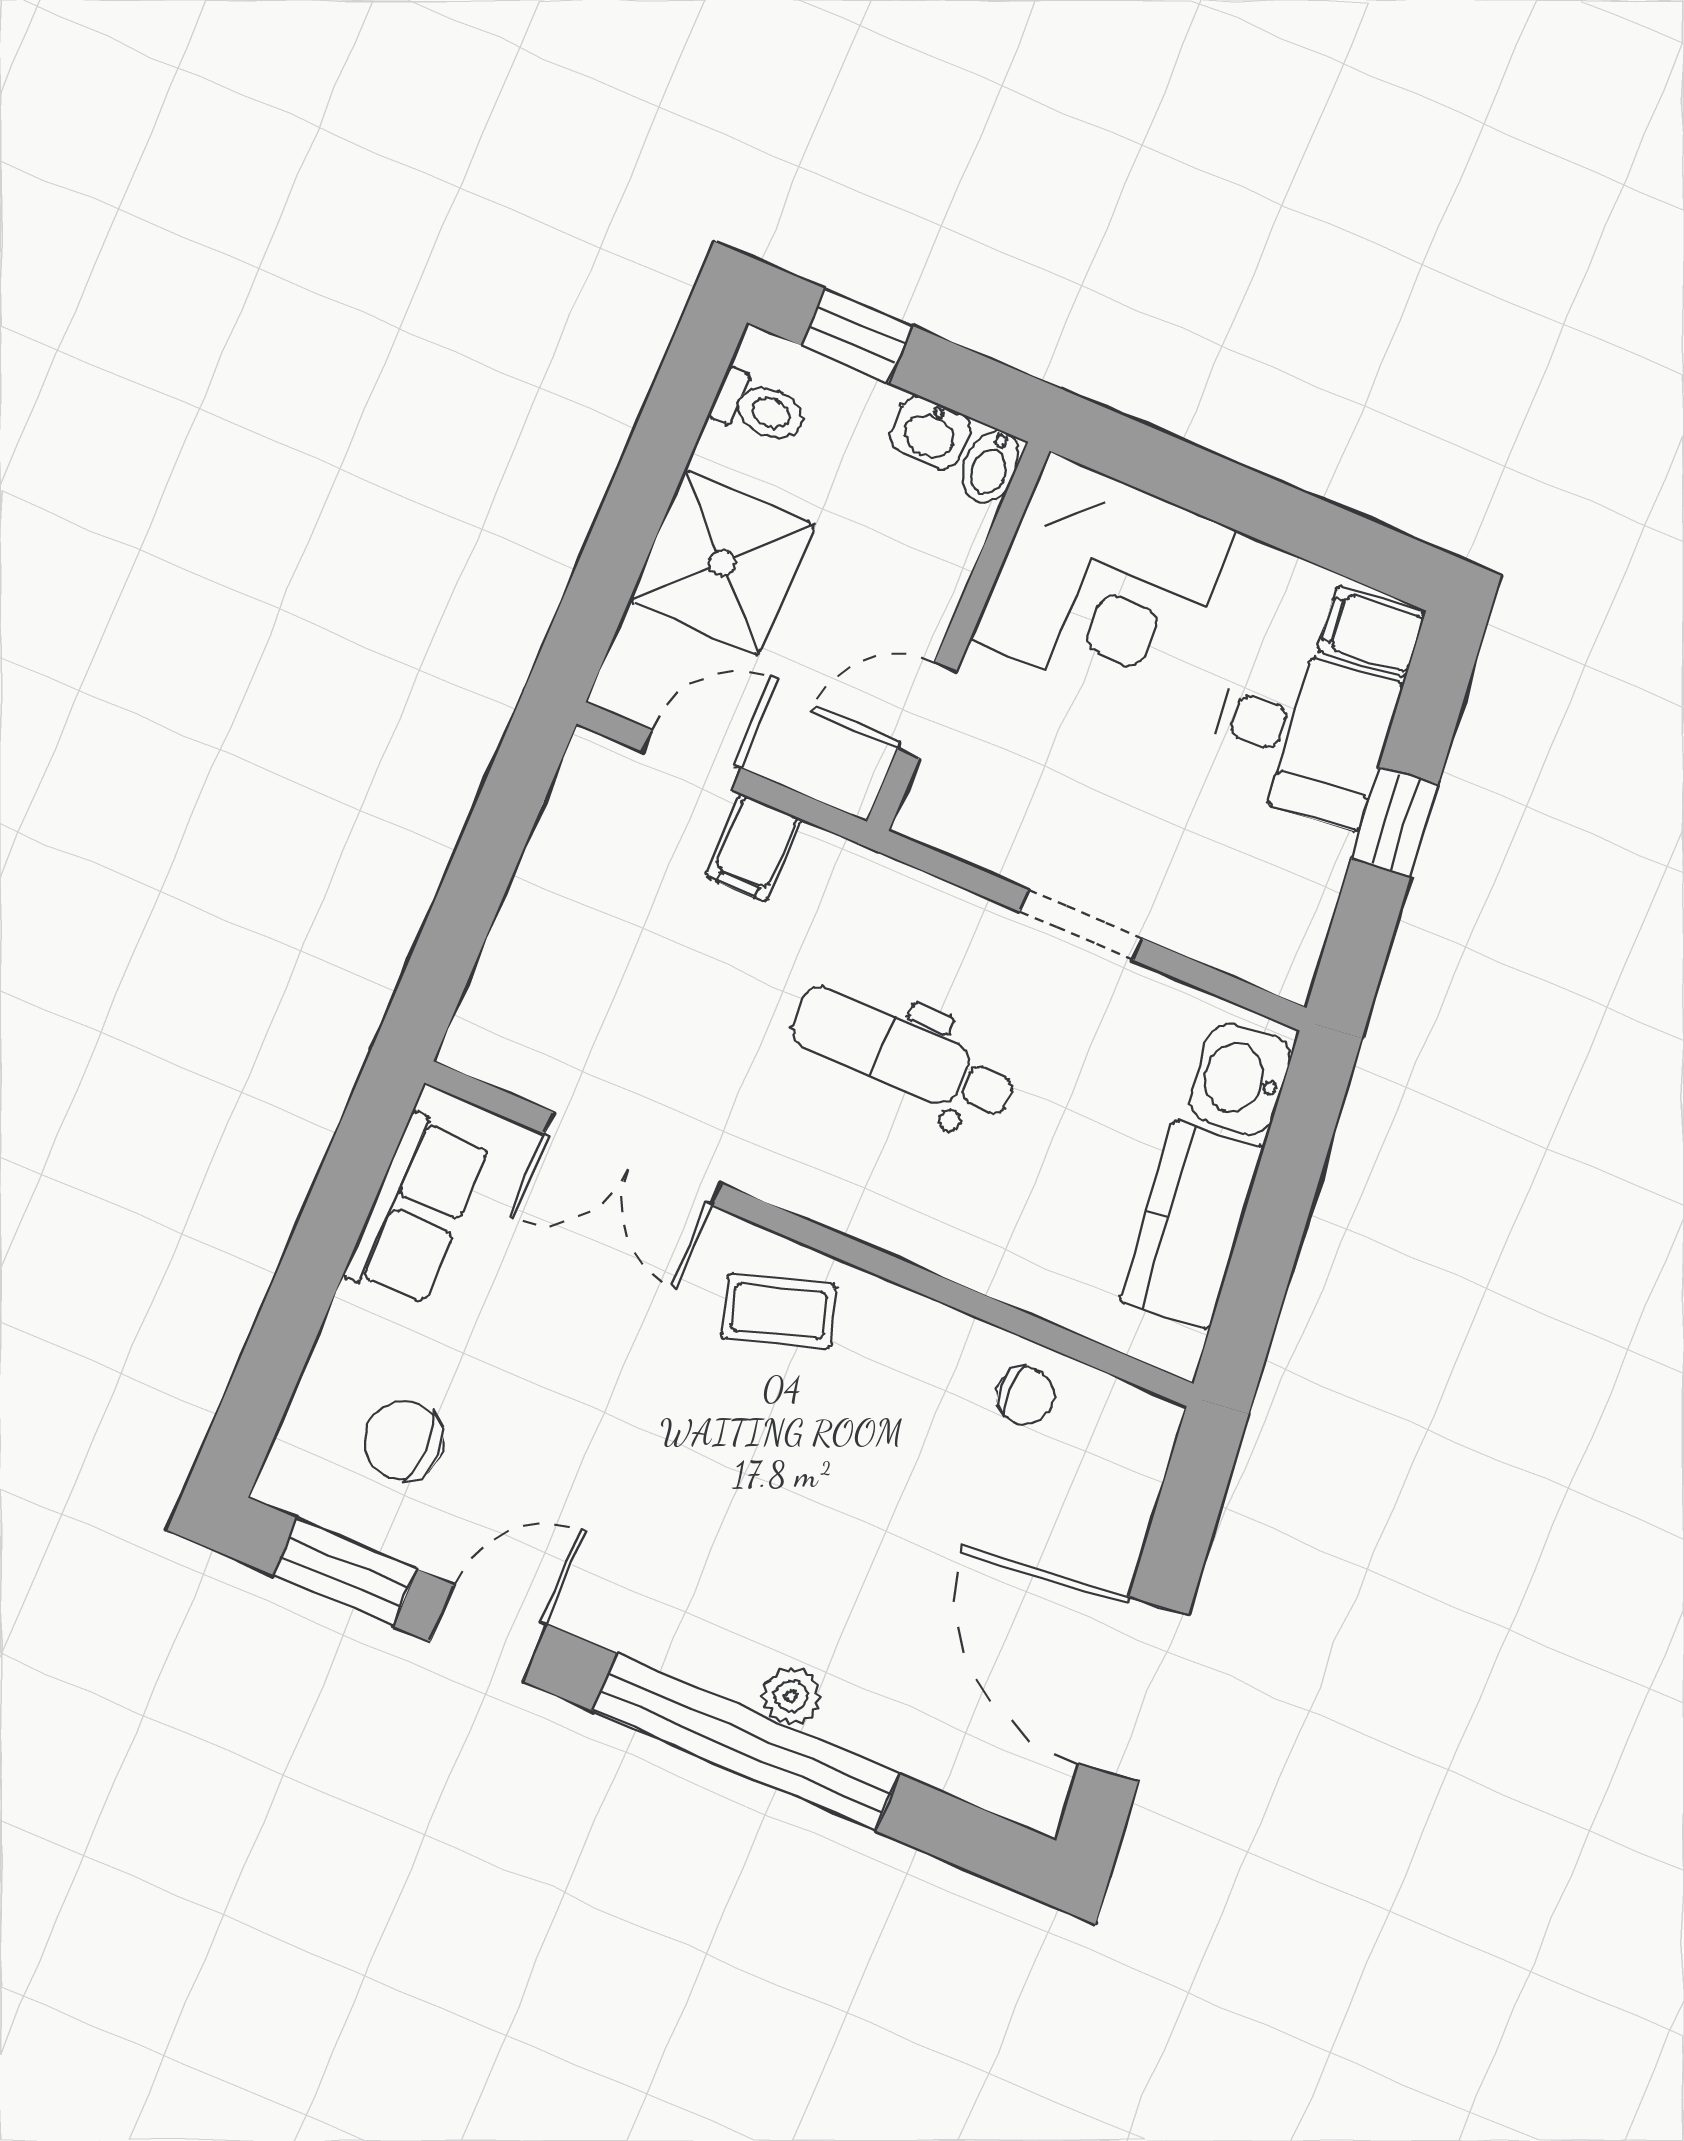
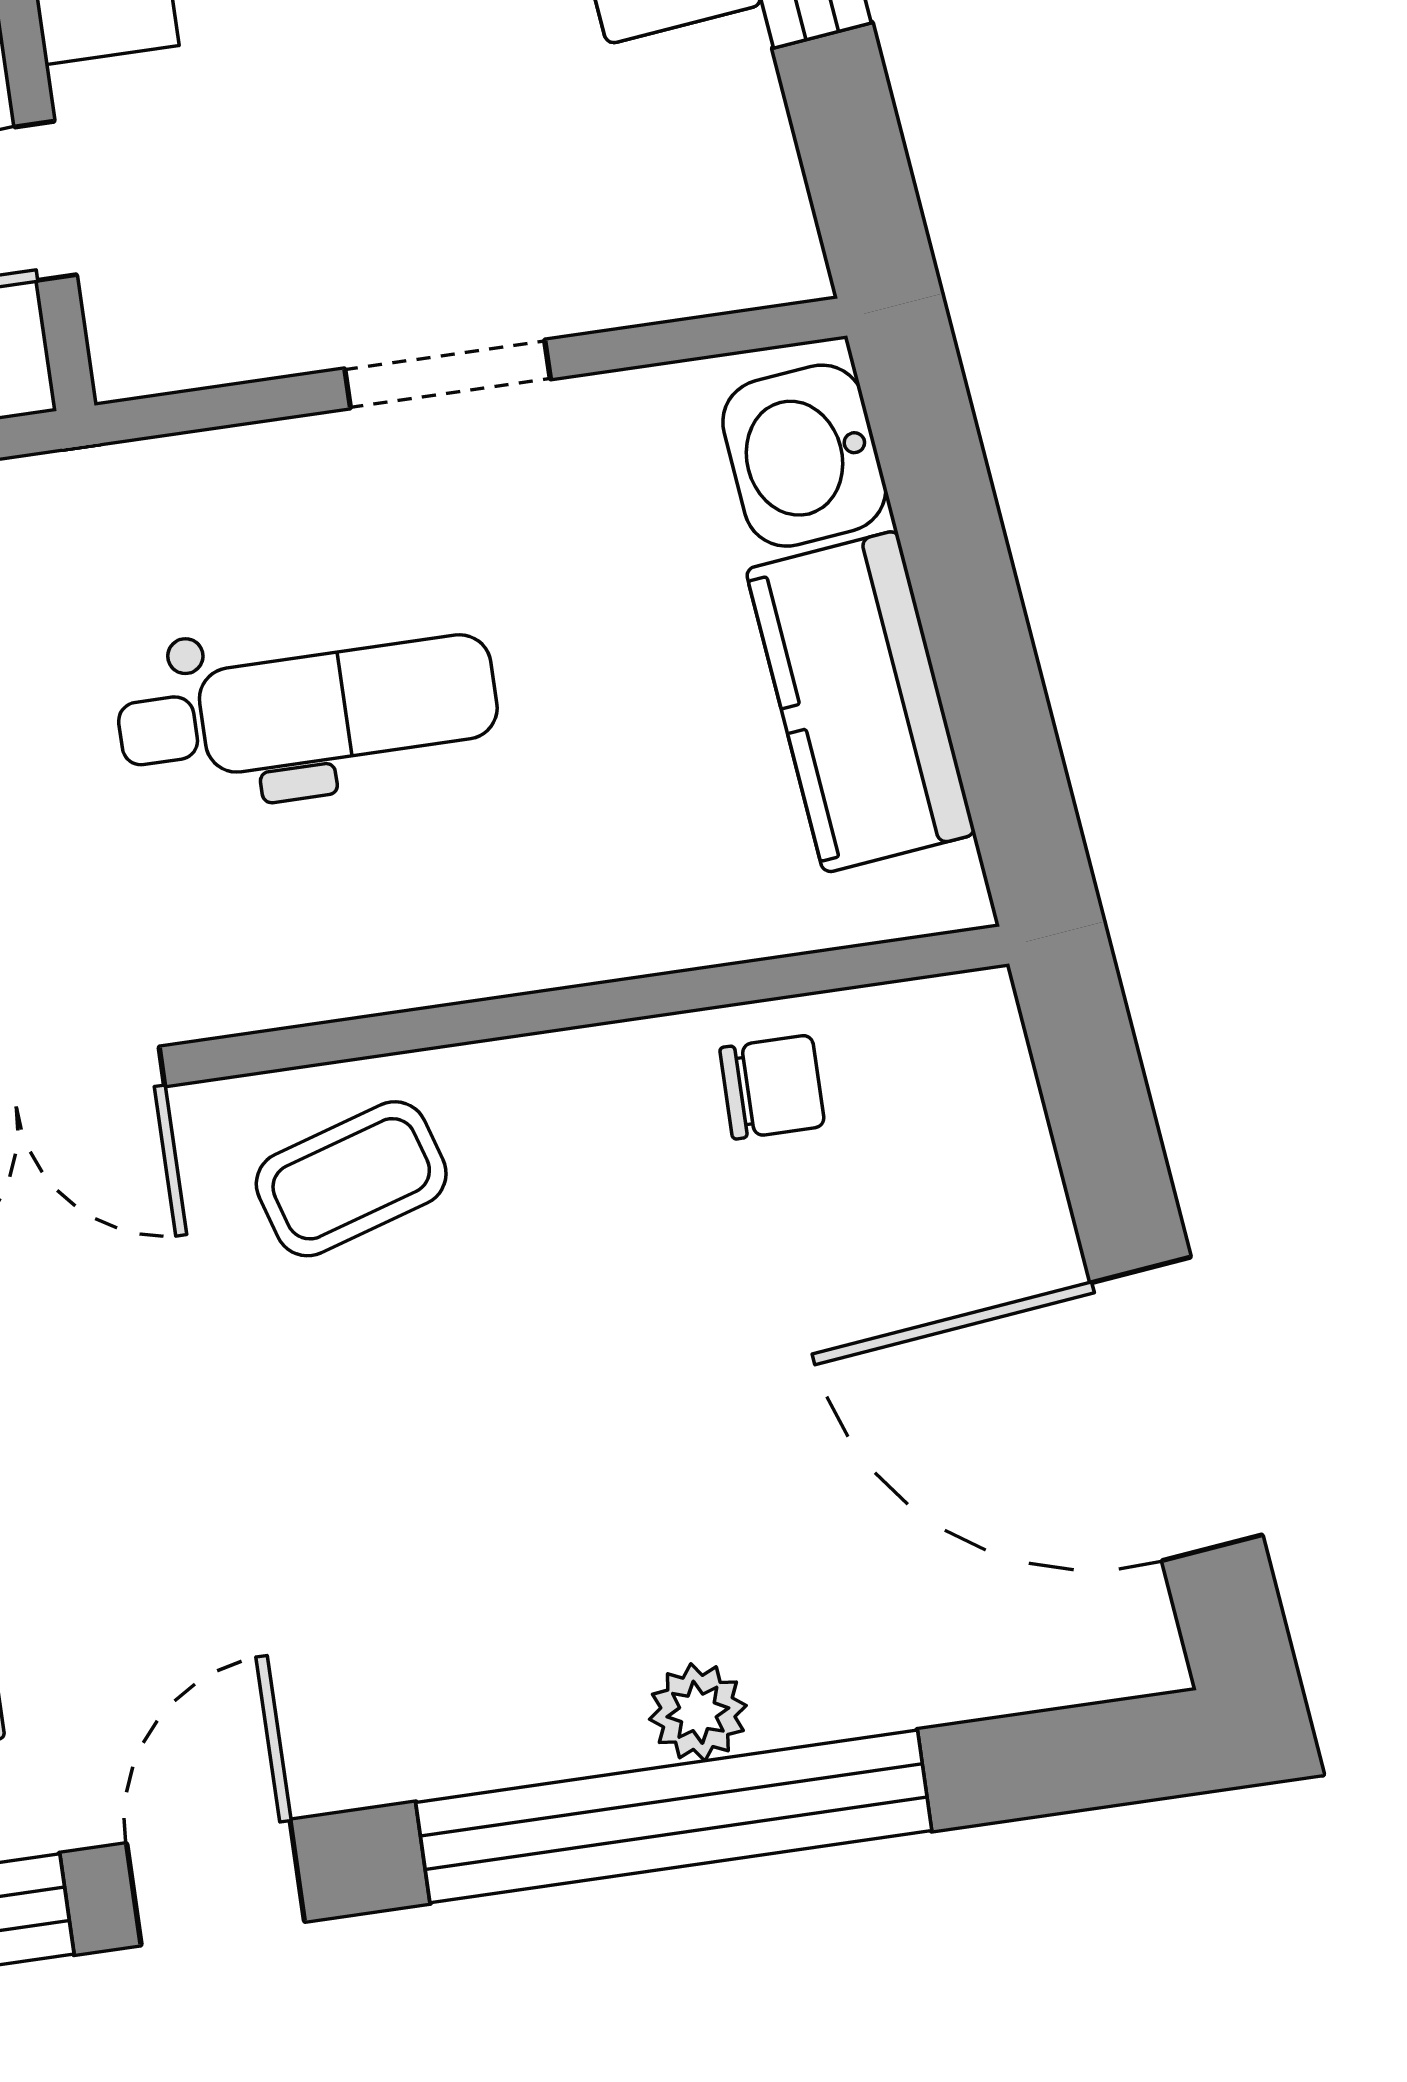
dental chair: (903, 1055) -> (307, 709), turned 180

